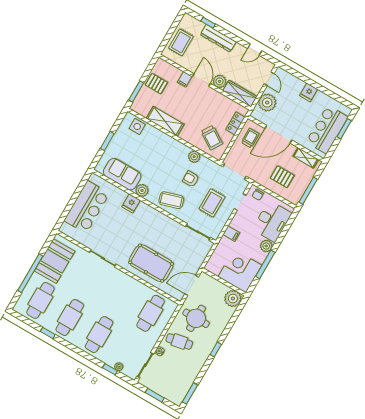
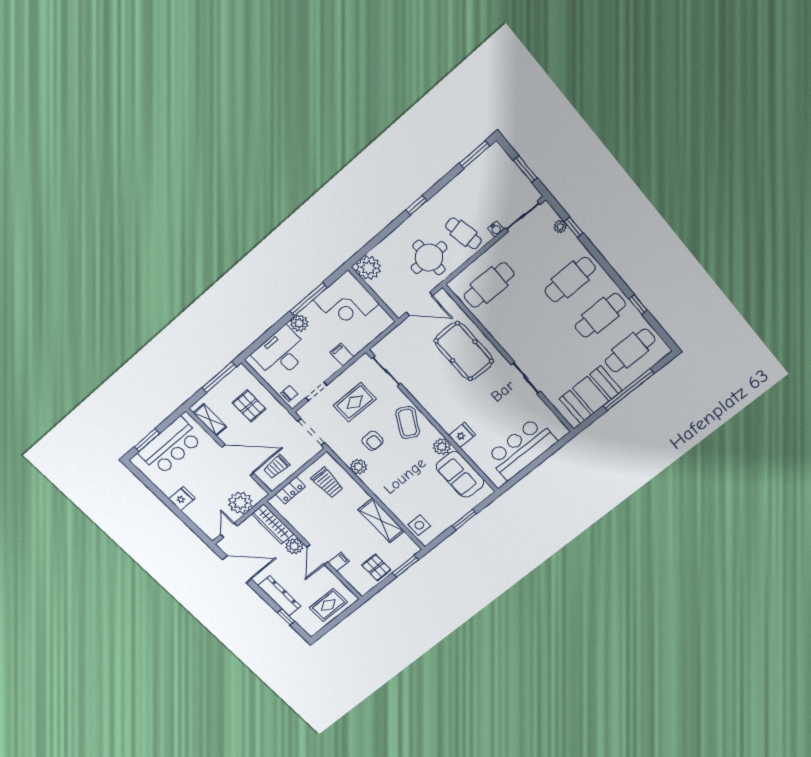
door: (255, 50) -> (237, 569), width x1.88
trolley: (212, 138) -> (327, 483), turned 148
coffee table: (171, 200) -> (408, 423), turned 46

